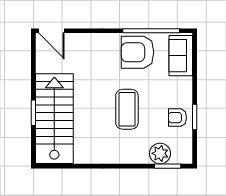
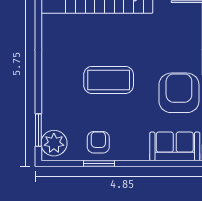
plant: (160, 153) -> (54, 143), moved

